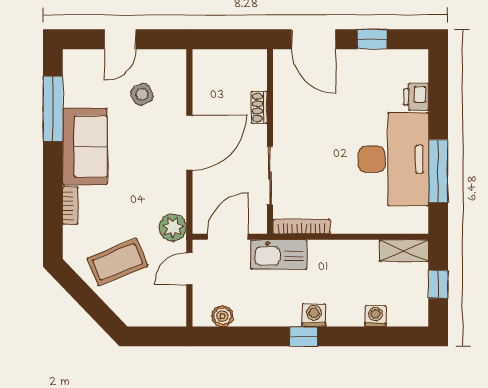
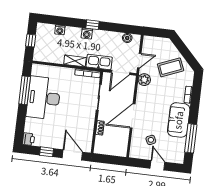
door: (120, 39) -> (157, 165), hinge flipped
printer: (416, 97) -> (29, 139), moved
shelving: (404, 251) -> (75, 61), moved

